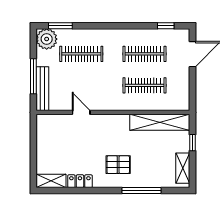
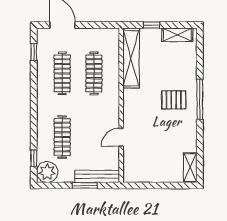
window: (60, 26) -> (34, 158), width x0.67
window: (33, 76) -> (85, 185), width x0.69
pallet: (118, 165) -> (174, 100), turned 90
locker: (80, 181) -> (190, 138), removed
window: (142, 190) -> (200, 99), moved

